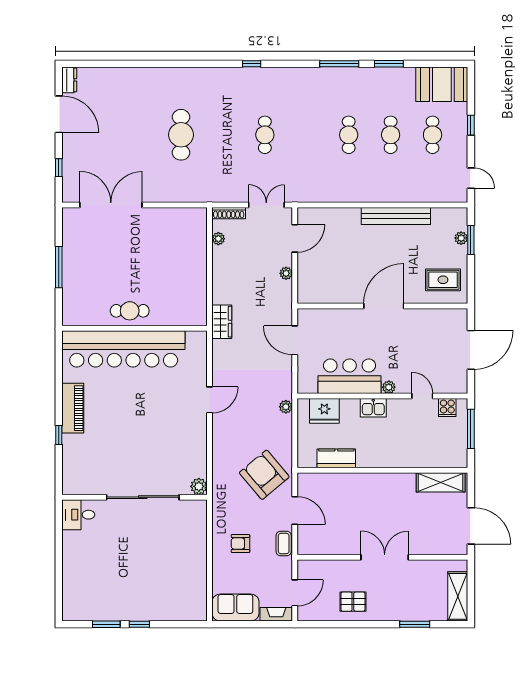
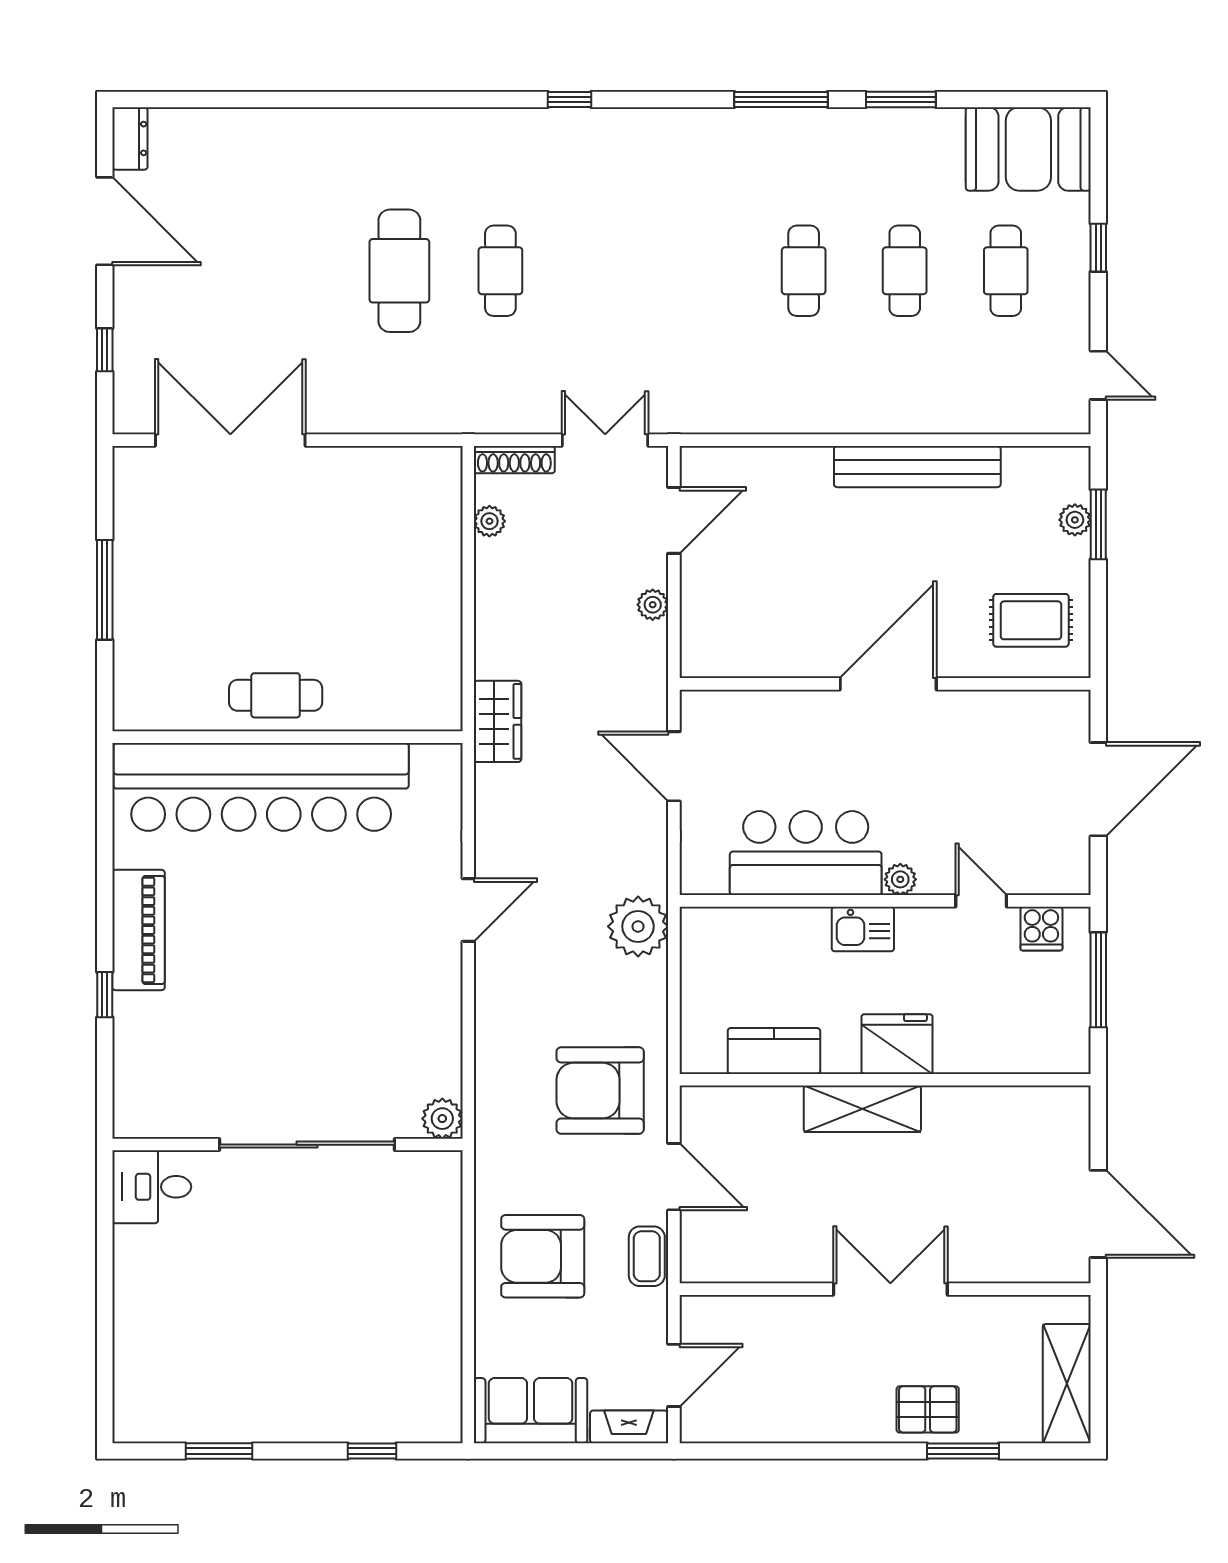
cafe table: (265, 135) -> (500, 271), moved
plant: (286, 407) -> (638, 926), width x1.88, depth x1.88
fridge: (324, 411) -> (897, 1044), moved, turned 180
armchair: (264, 475) -> (600, 1091), turned -50
shelving: (441, 482) -> (862, 1109), moved
armchair: (240, 544) -> (543, 1256), width x1.88, depth x1.88
pallet: (353, 602) -> (928, 1409), moved
window: (139, 624) -> (372, 1451), moved

